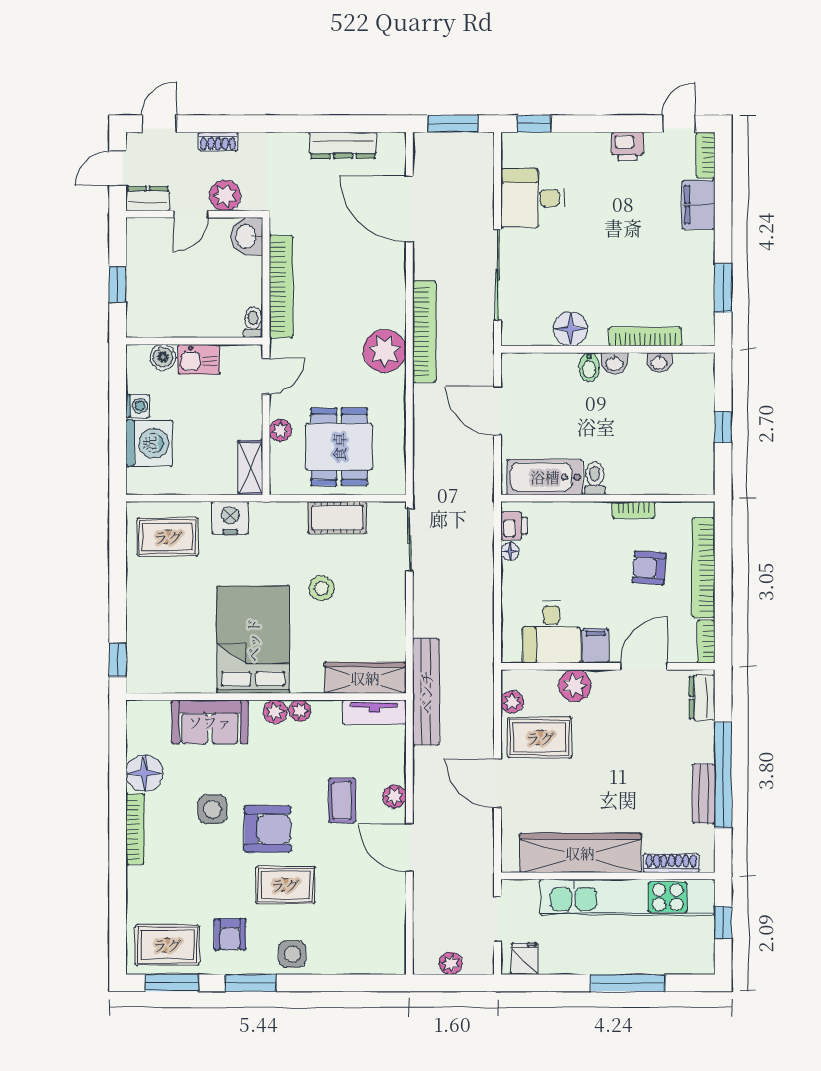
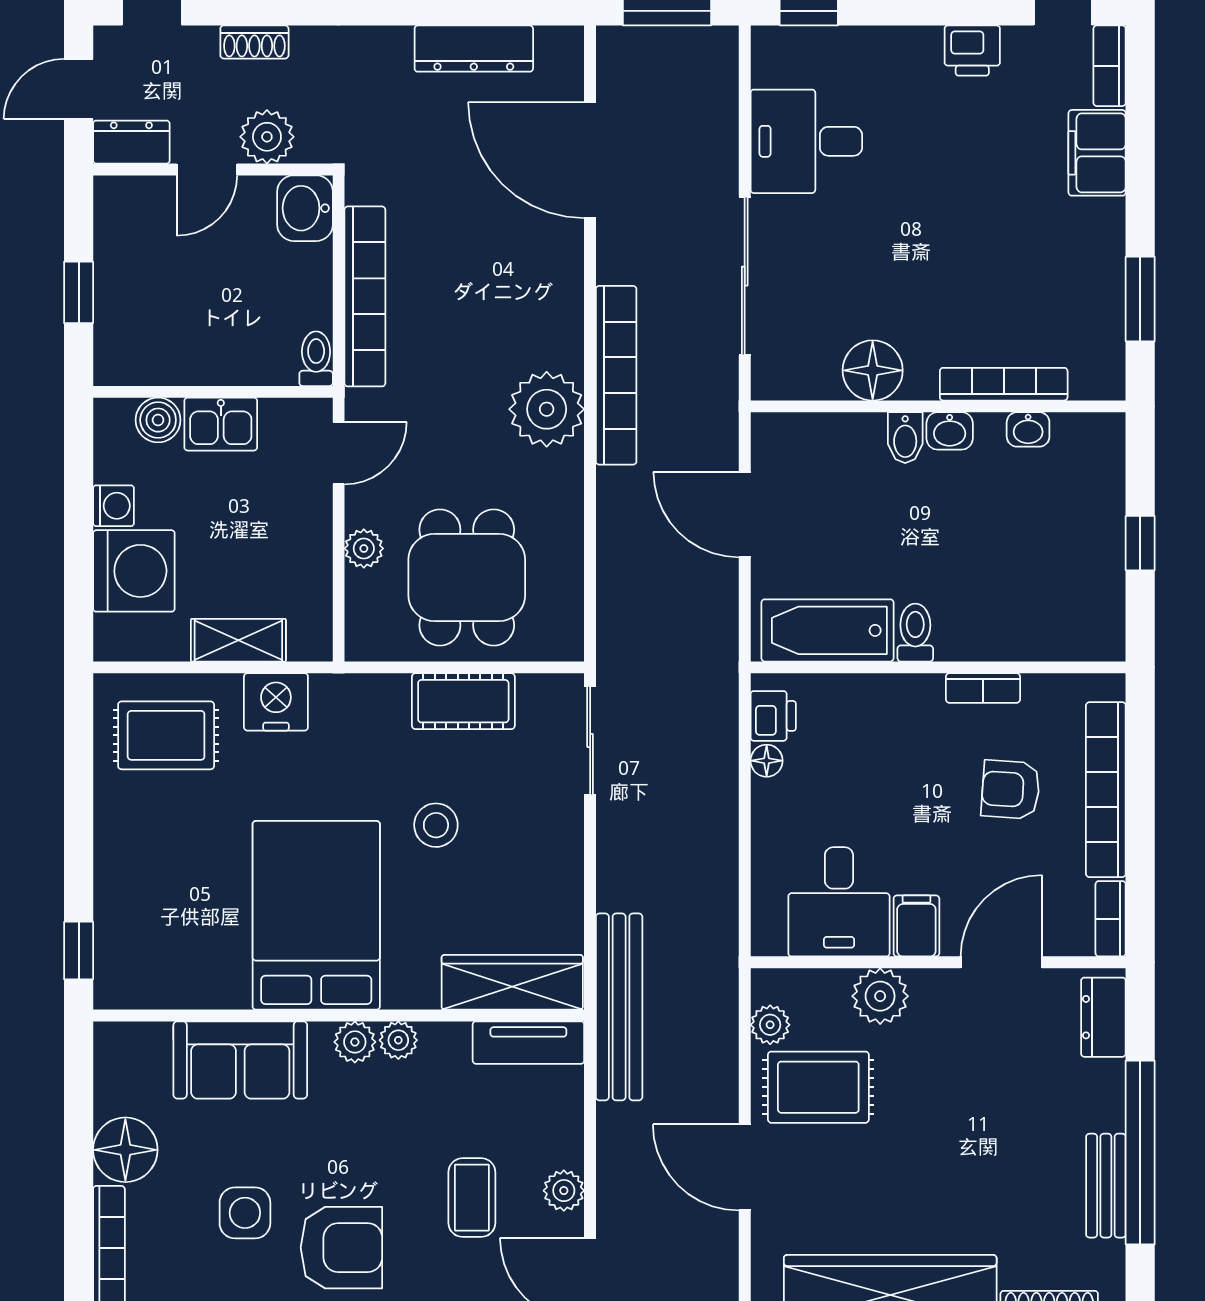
shelving: (250, 468) -> (238, 640), moved, turned 90

